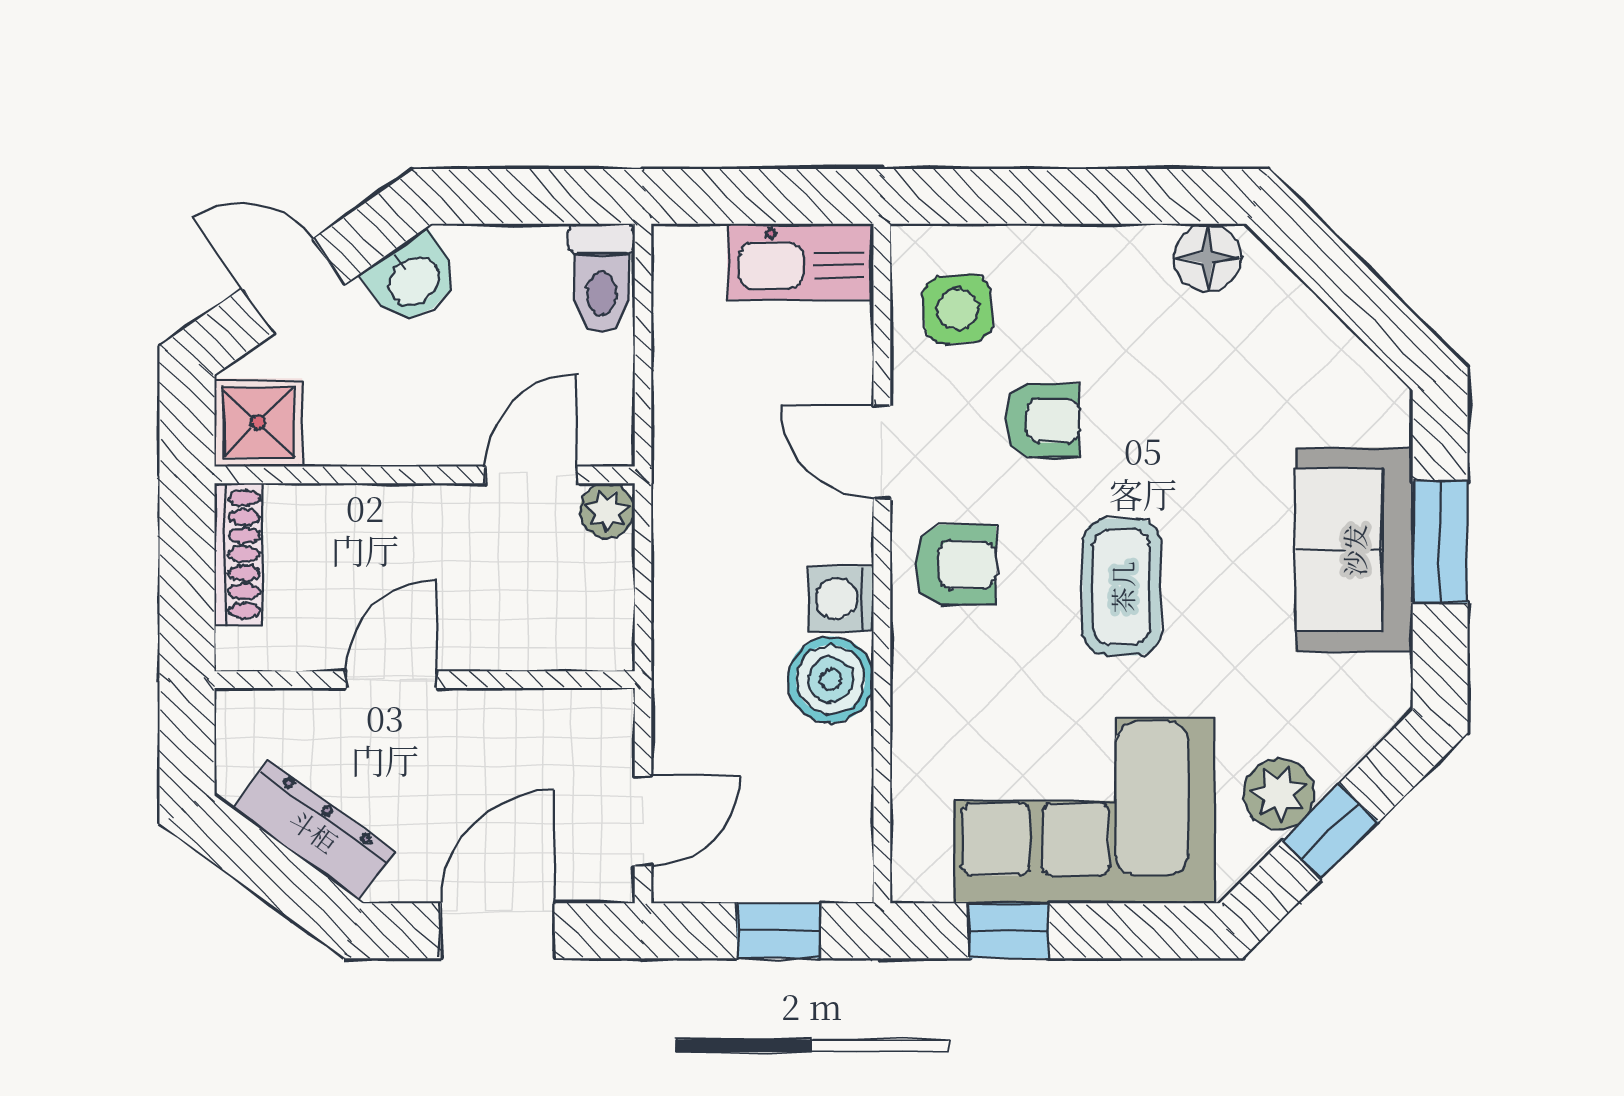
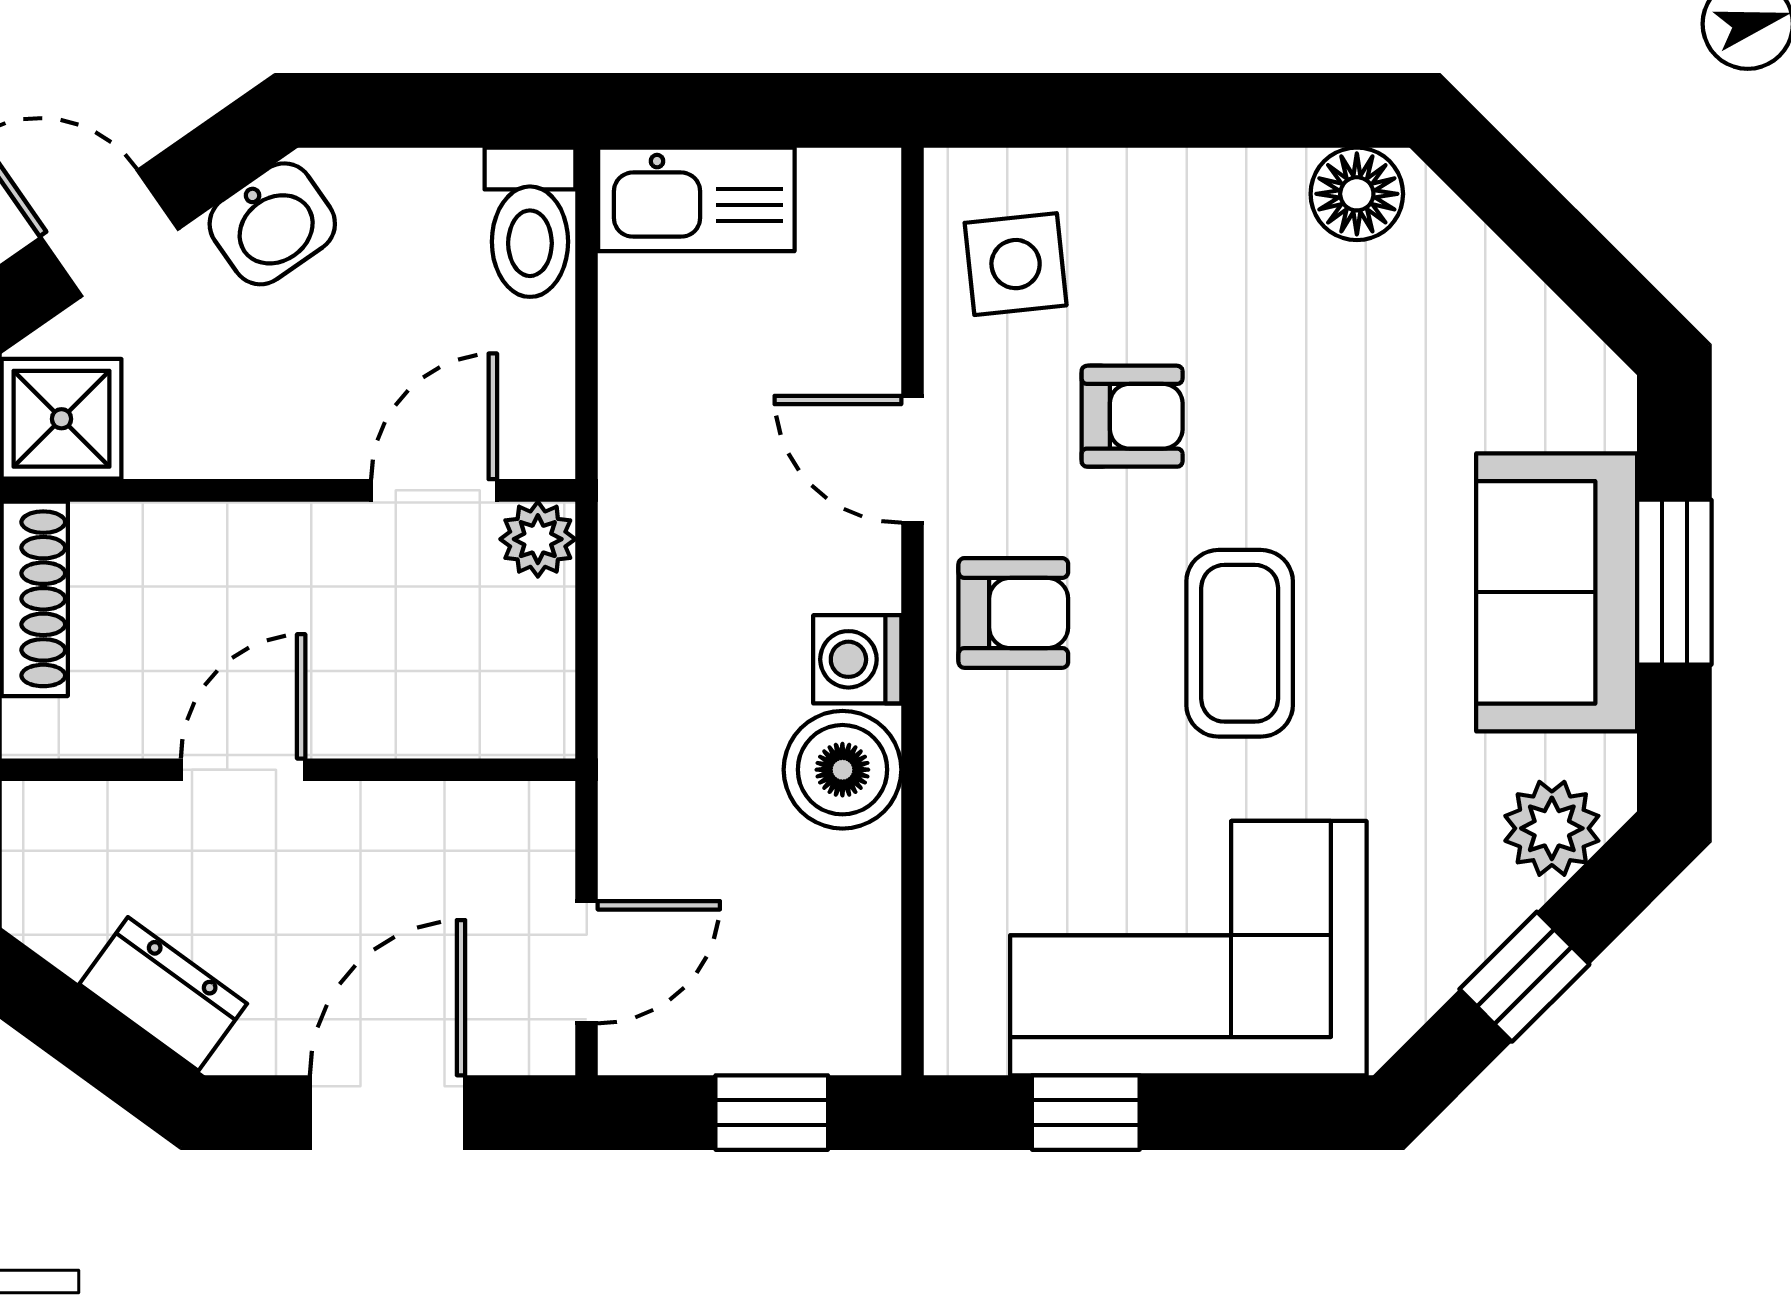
kitchen sink: (800, 262) -> (696, 199), moved
plant: (1279, 794) -> (1552, 828), moved
dresser: (314, 830) -> (163, 994), width x0.70

